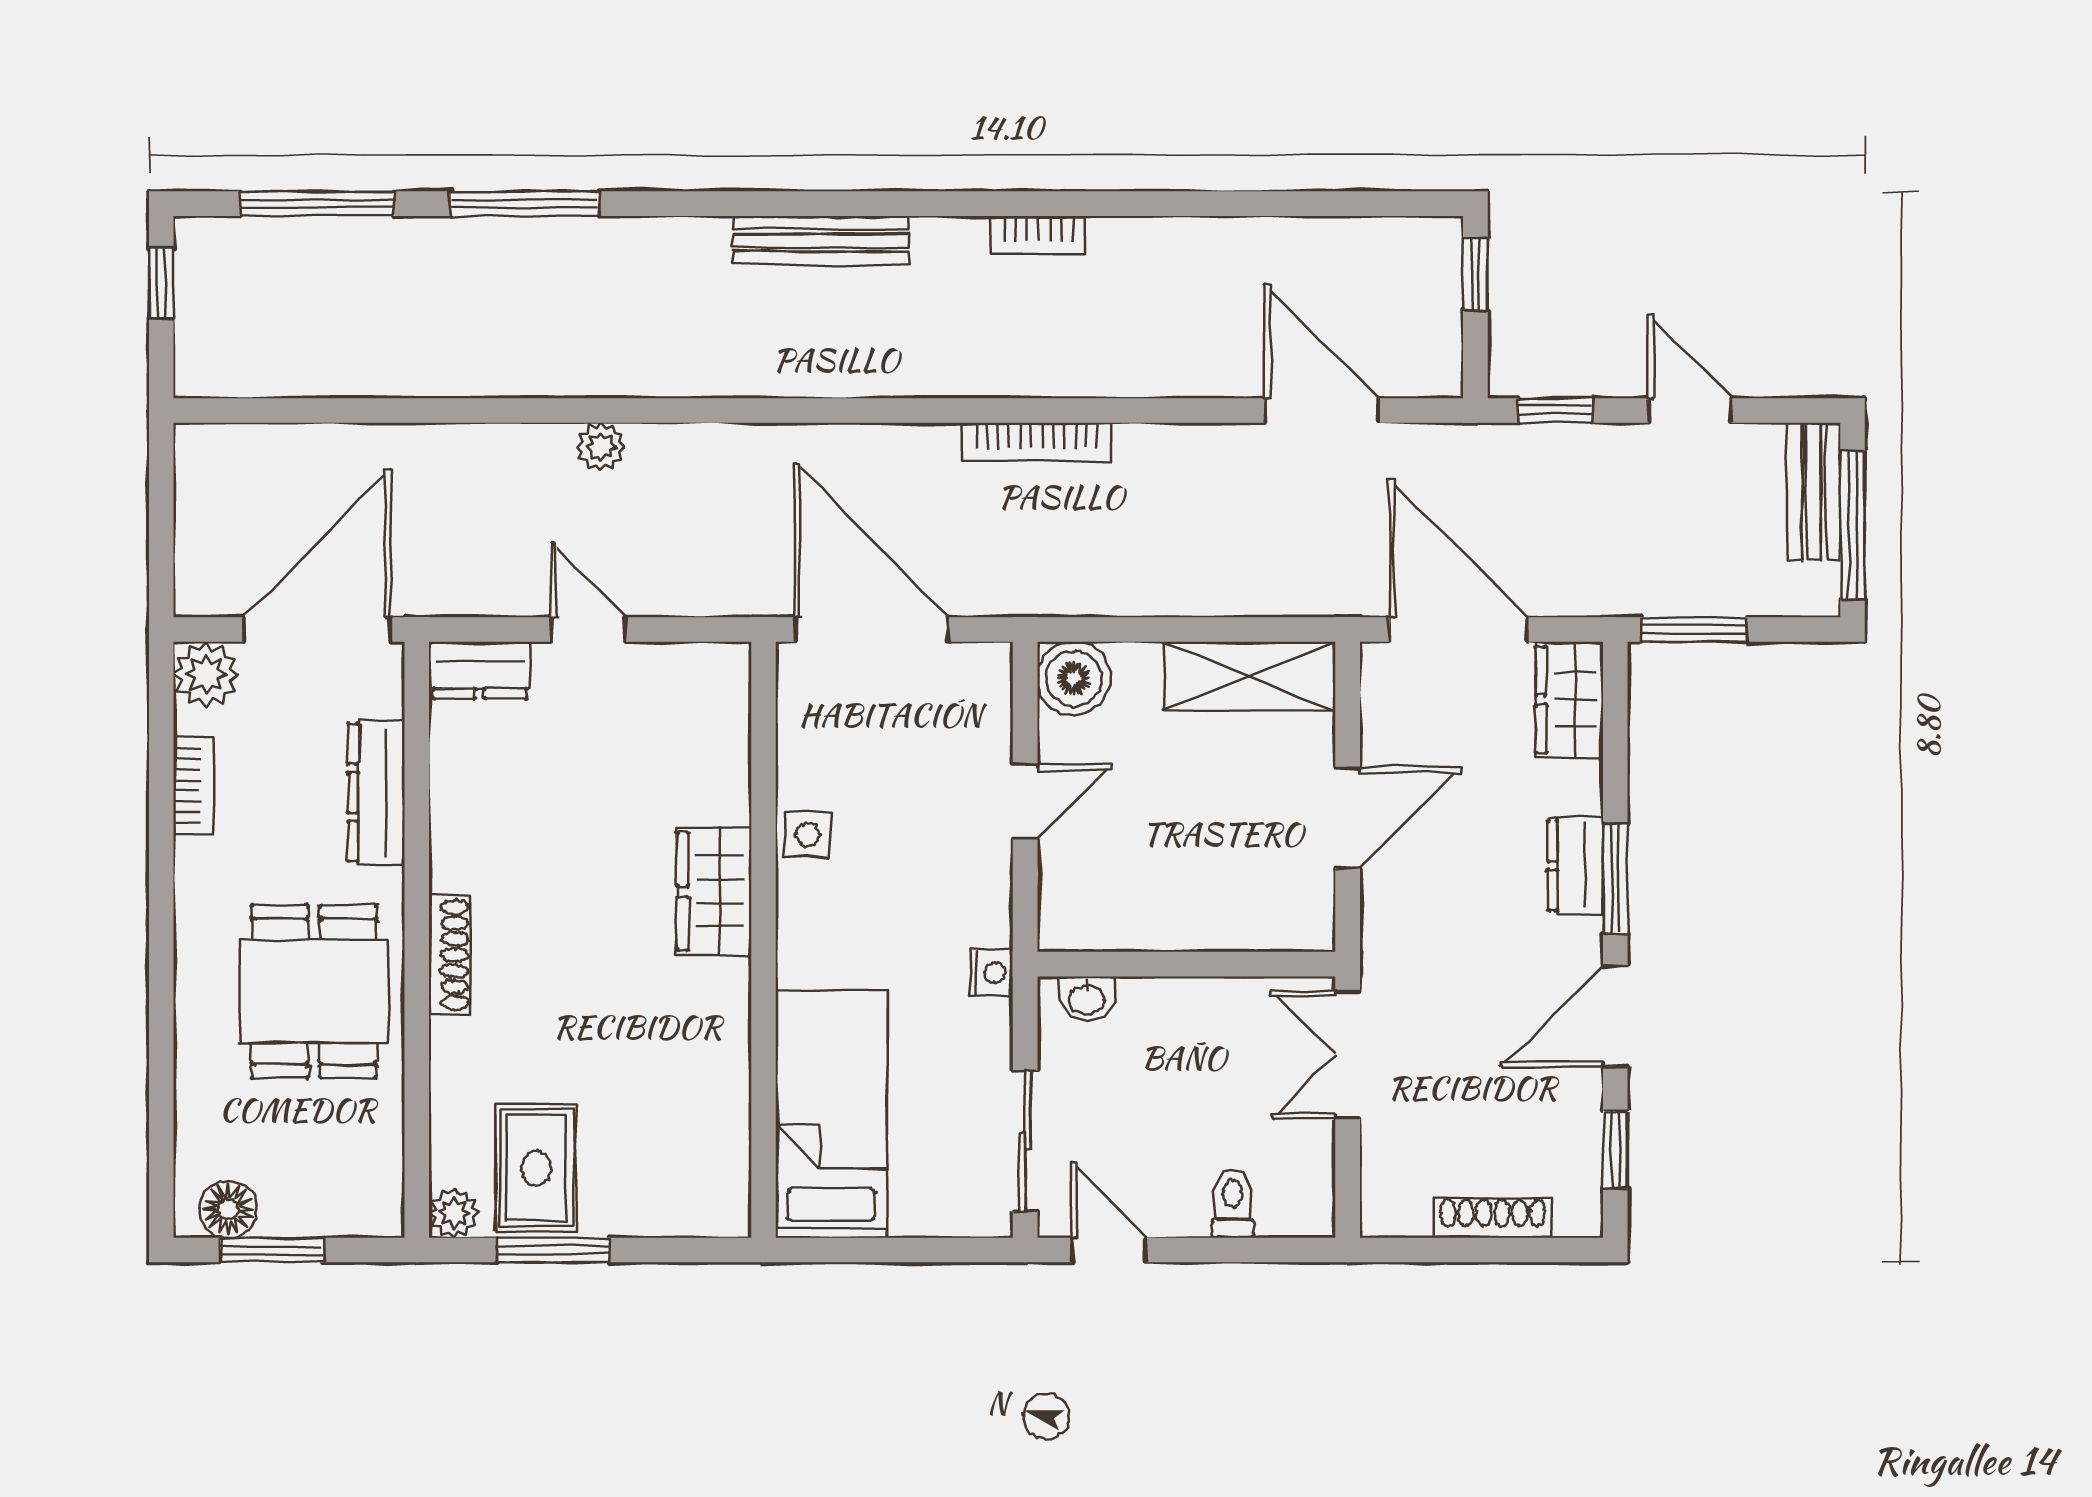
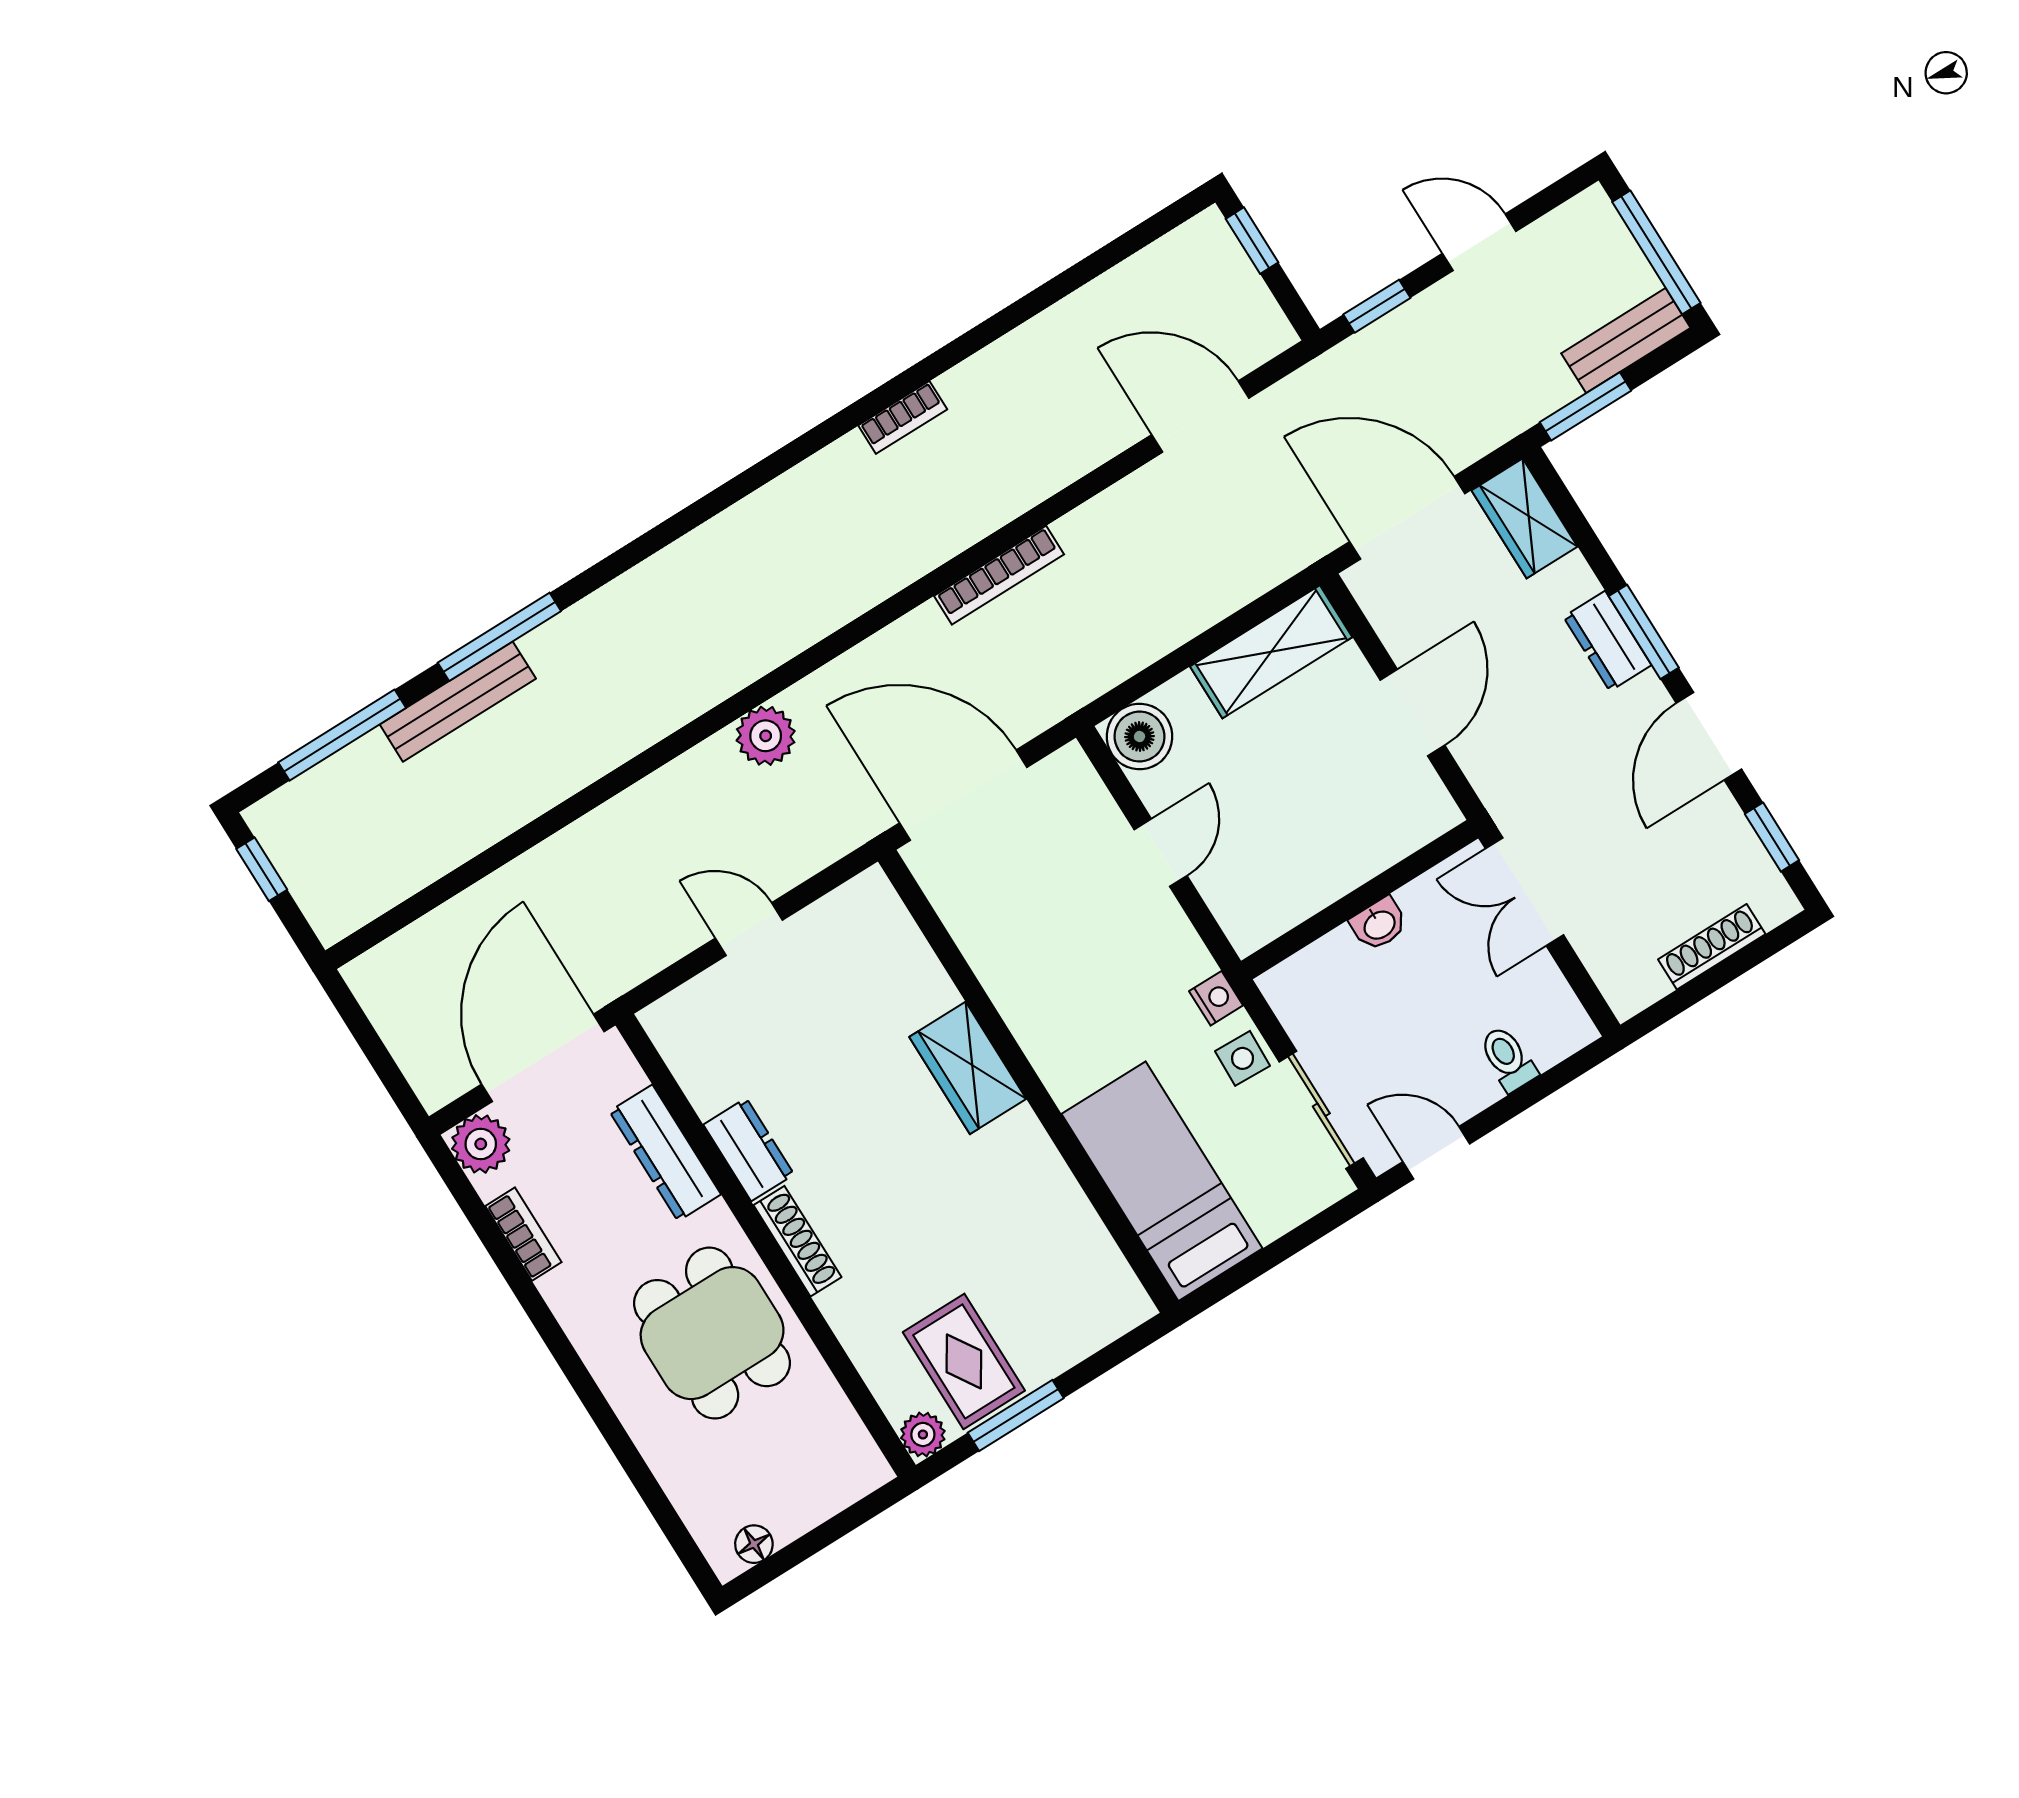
bench: (821, 240) -> (458, 702), moved
plant: (601, 447) -> (766, 736), moved, width x1.38, depth x1.38
bench: (1814, 492) -> (1626, 341), moved, turned 90
dresser: (480, 670) -> (749, 1150), moved, turned -90
side table: (808, 835) -> (1243, 1058), moved
washbasin: (1087, 999) -> (1379, 924), moved
floor lamp: (228, 1209) -> (754, 1544), width x0.73, depth x0.73
window: (272, 1250) -> (803, 1549), removed

